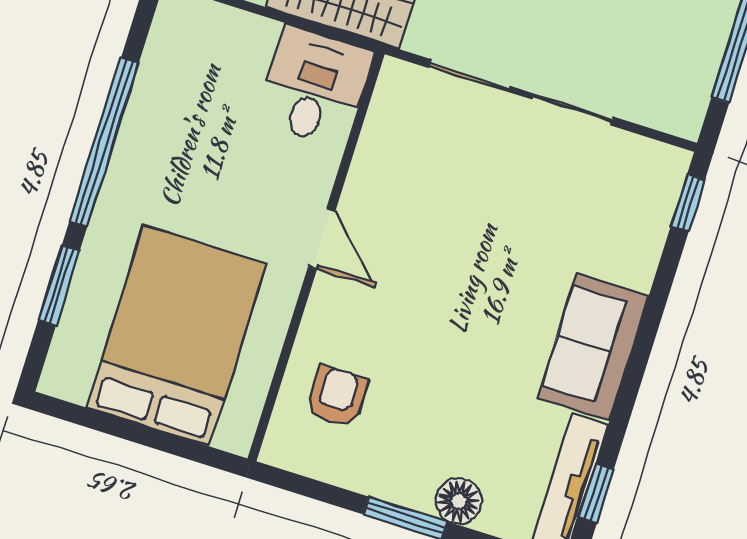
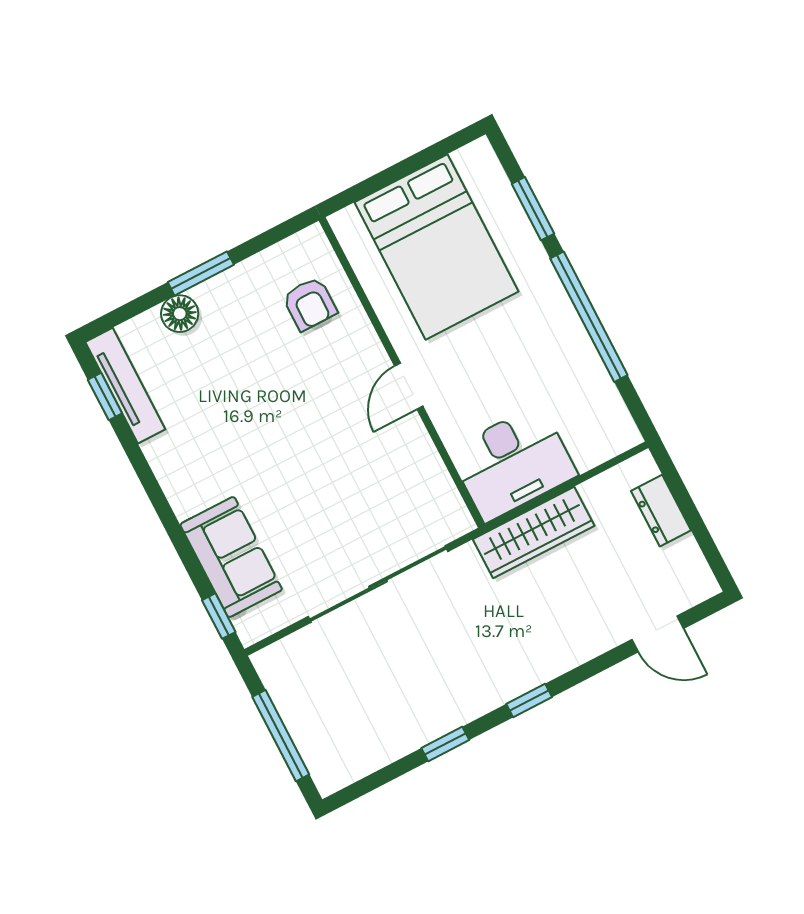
desk: (315, 86) -> (513, 463), width x1.37
door: (322, 238) -> (409, 386), hinge flipped
sofa: (593, 347) -> (231, 557), moved

